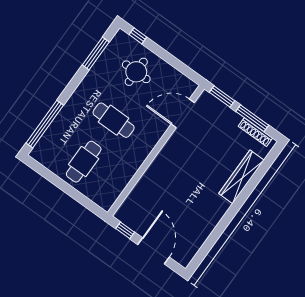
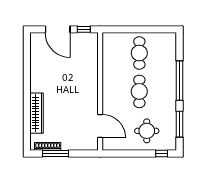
window: (222, 97) -> (84, 154), removed
door: (183, 113) -> (100, 126), hinge flipped
cafe table: (114, 120) -> (139, 91), turned 90
window: (45, 124) -> (180, 81), moved

